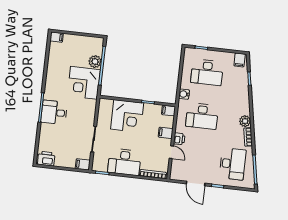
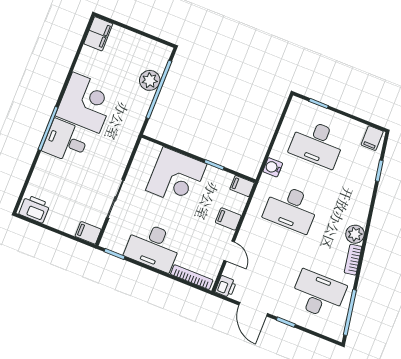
filing cabinet: (57, 37) -> (98, 34), width x2.00
corner desk: (84, 83) -> (86, 103), moved, turned 180
printer: (179, 139) -> (226, 287), moved
desk: (233, 164) -> (318, 294), turned -90

